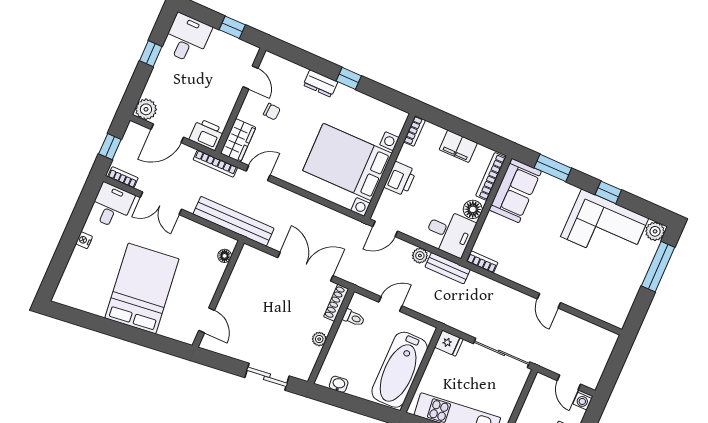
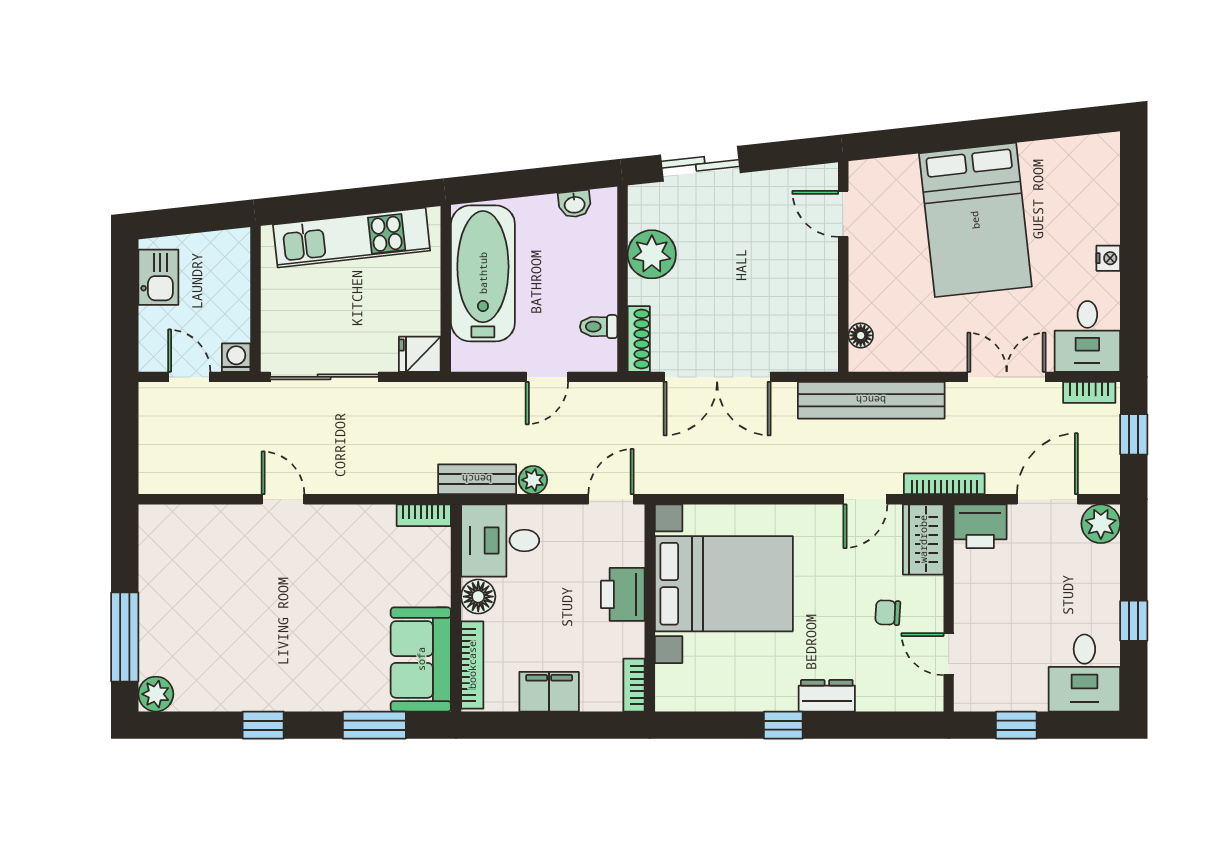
corner sofa: (605, 227) -> (243, 663), removed
plant: (319, 339) -> (652, 254), width x1.87, depth x1.87
washing machine: (583, 400) -> (236, 358), moved

